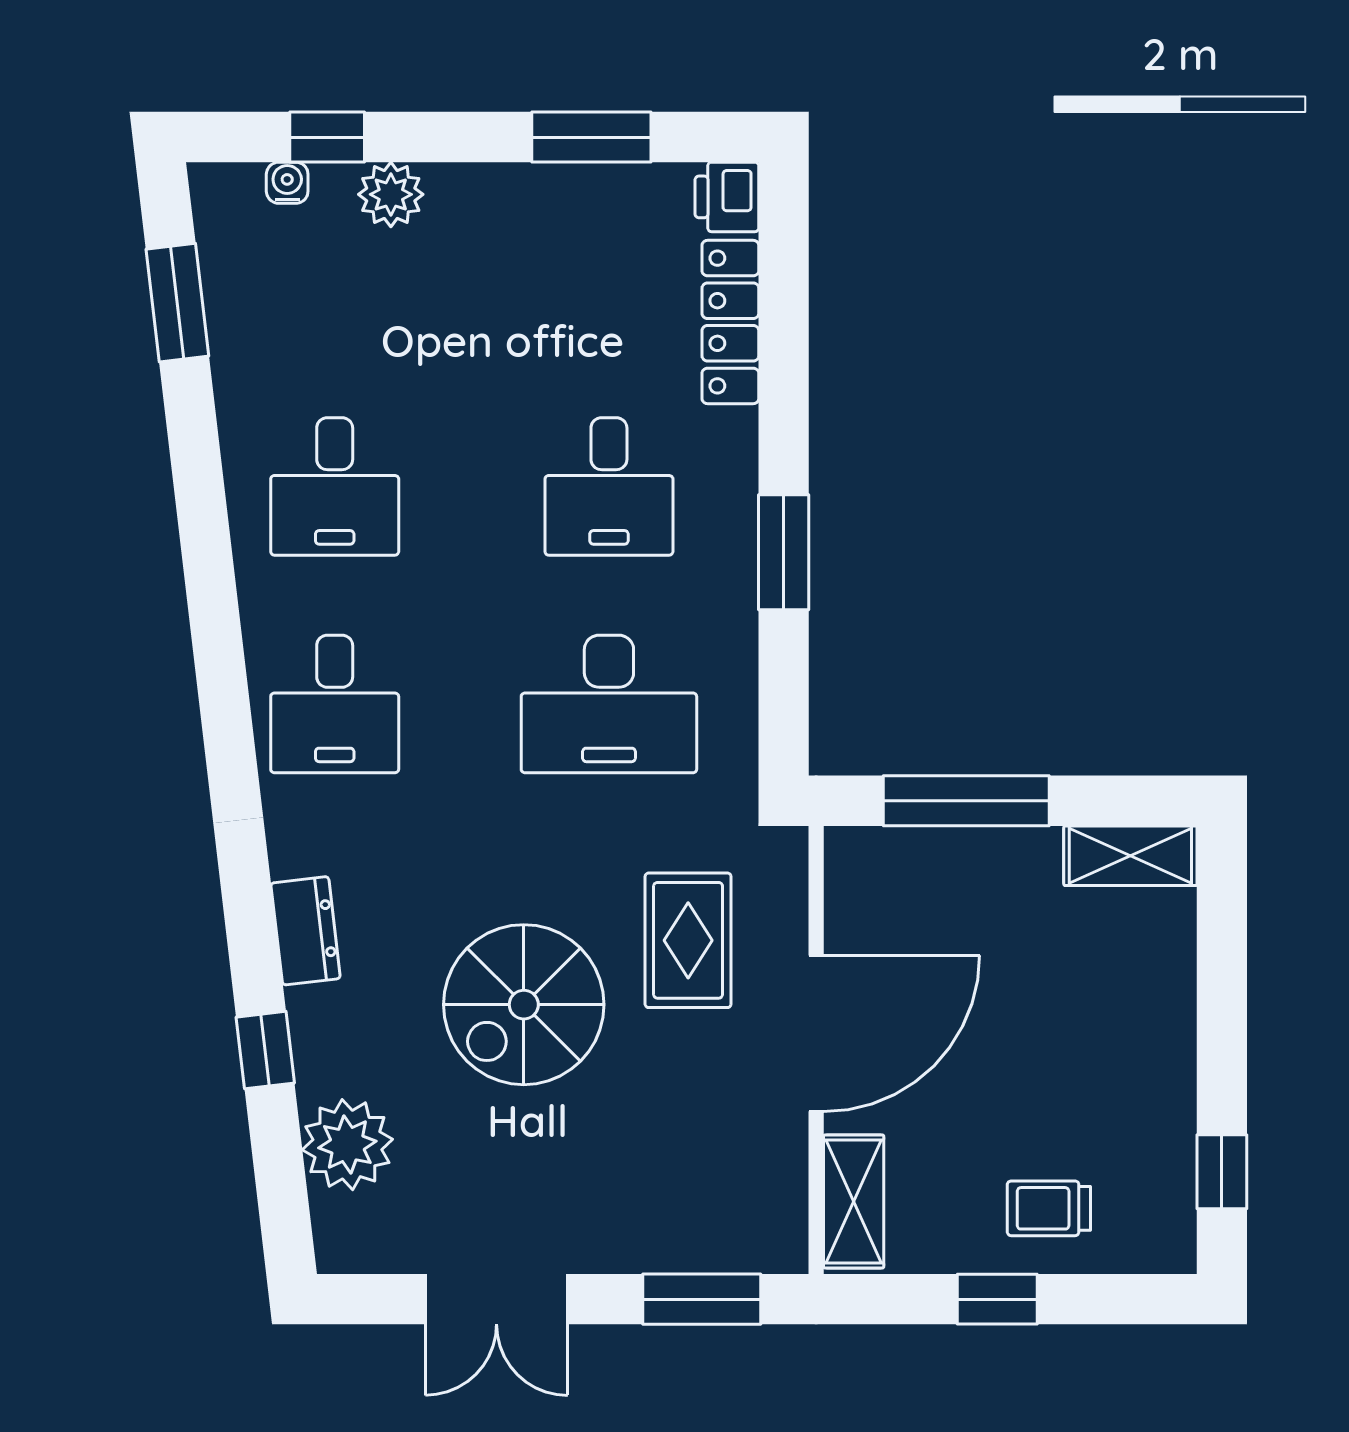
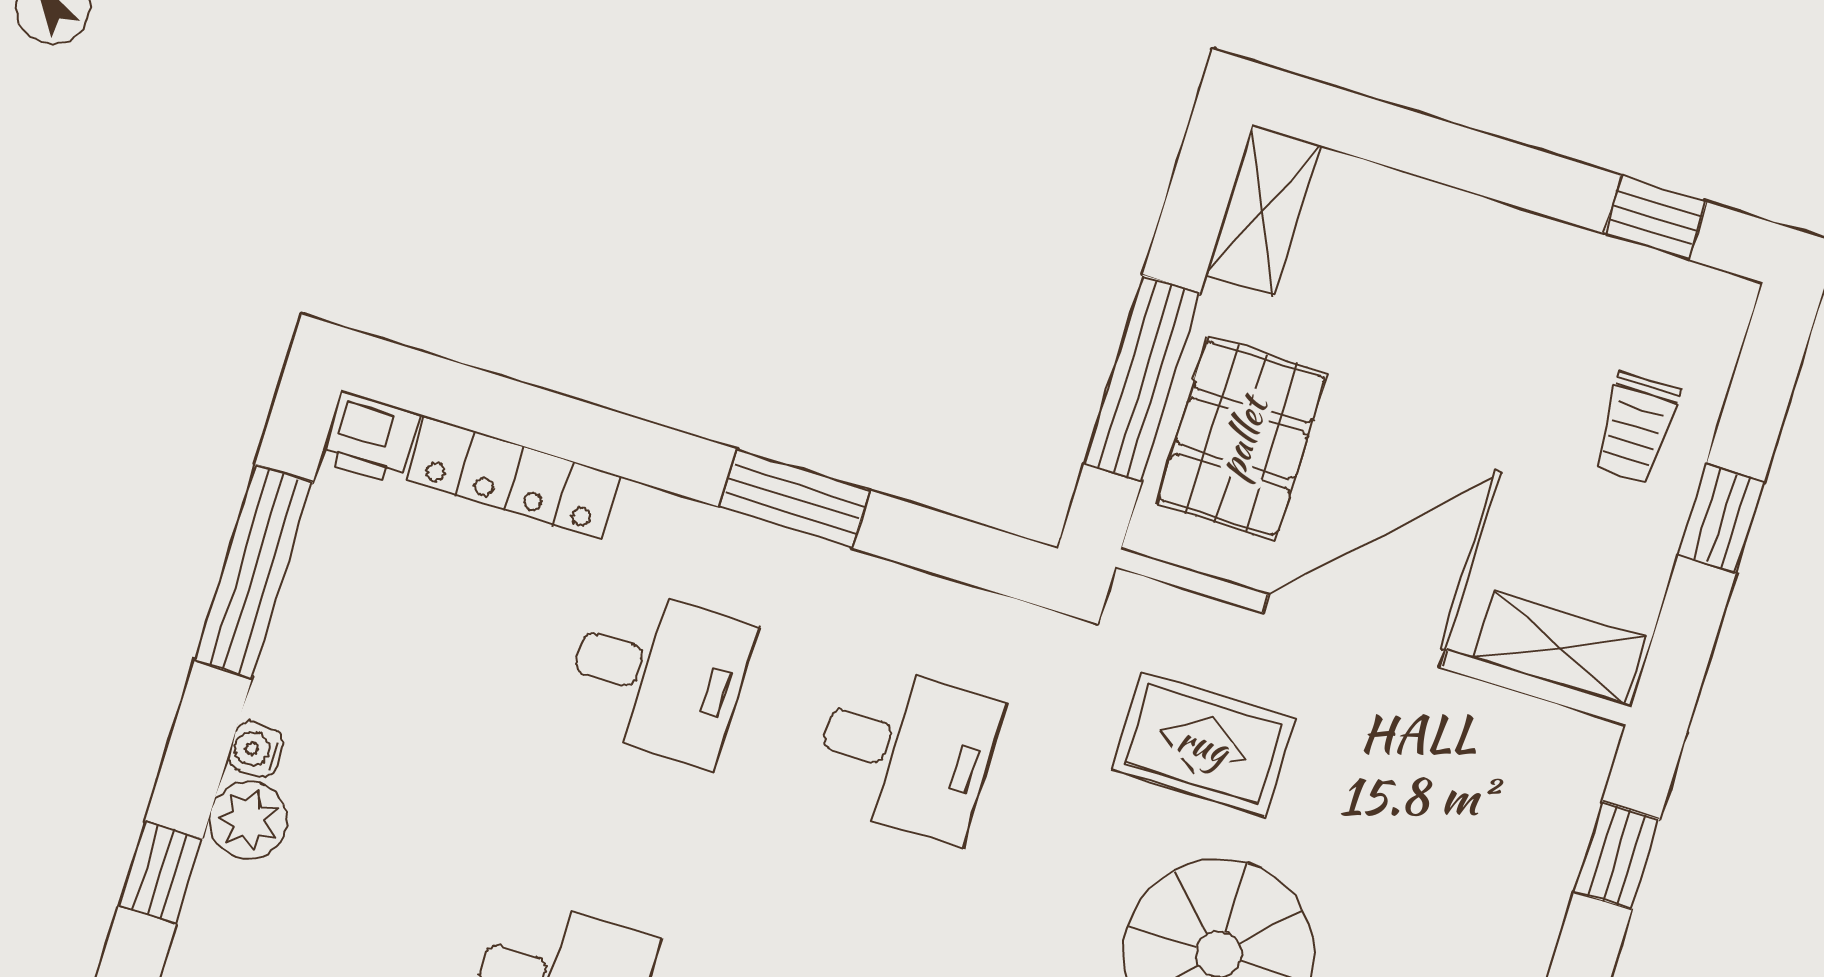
window: (591, 137) -> (254, 571), width x1.44
water cooler: (287, 183) -> (256, 750), moved
desk: (609, 704) -> (906, 751), width x0.73
pallet: (943, 895) -> (1242, 438), added
door: (816, 1033) -> (1355, 631), hinge flipped
window: (702, 1299) -> (1617, 855), width x0.67

